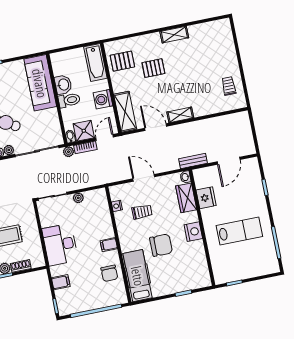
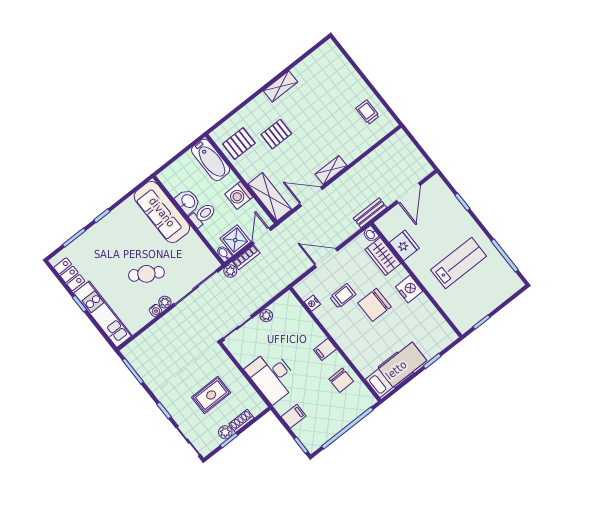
chair: (161, 245) -> (375, 305), moved, turned 180
hospital bed: (138, 276) -> (396, 370), moved, turned 90

